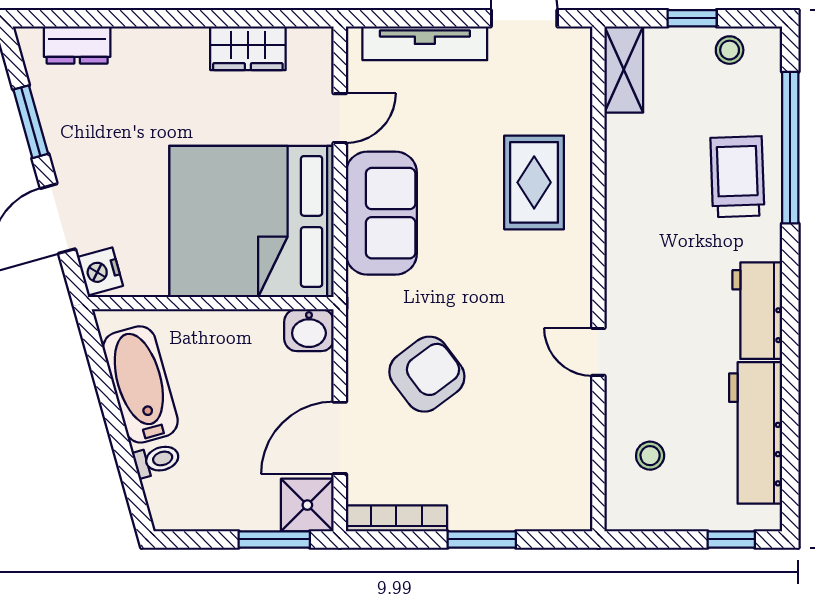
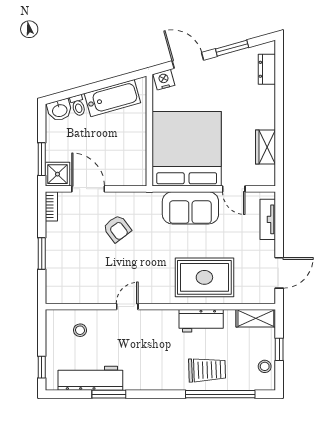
tv unit: (425, 43) -> (268, 219), width x0.71
rug: (534, 182) -> (204, 277), width x1.36, depth x1.43
workbench: (757, 311) -> (201, 321), moved, turned 180
washbasin: (309, 330) -> (60, 110), moved, turned -106
armchair: (427, 374) -> (117, 229), width x0.72, depth x0.72
window: (790, 392) -> (109, 394), added
bookcase: (396, 518) -> (51, 206), width x0.64

